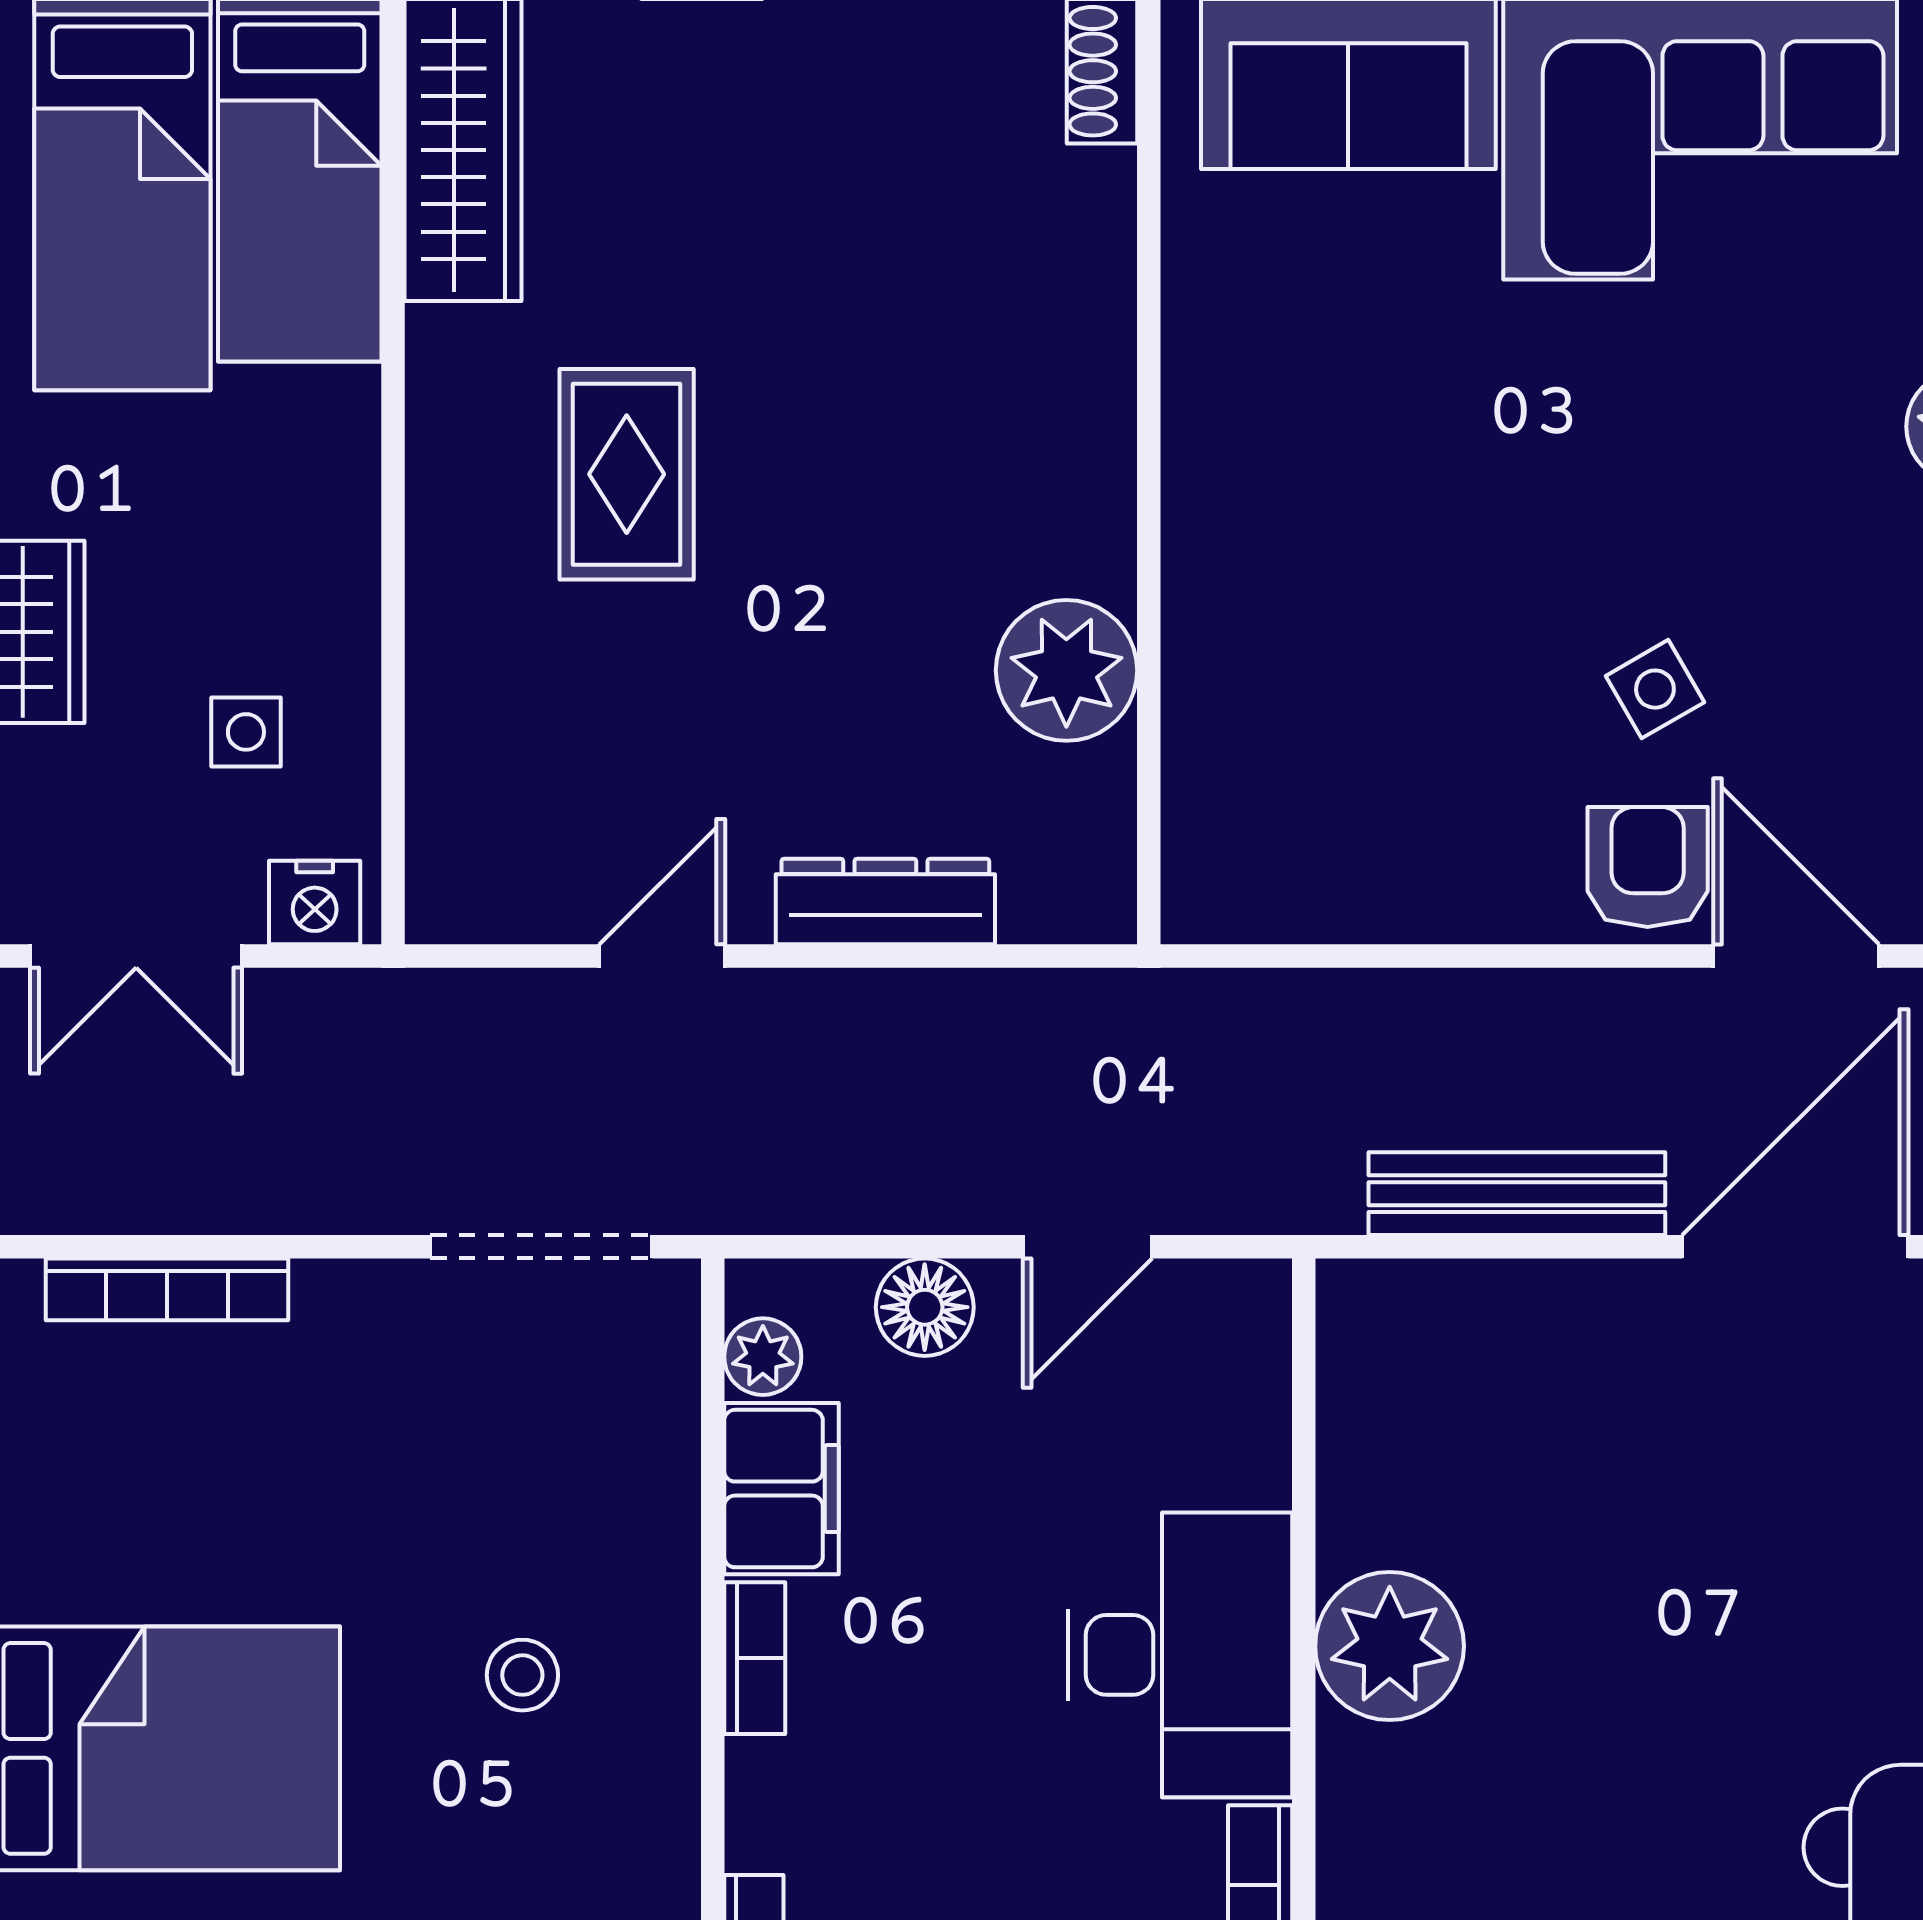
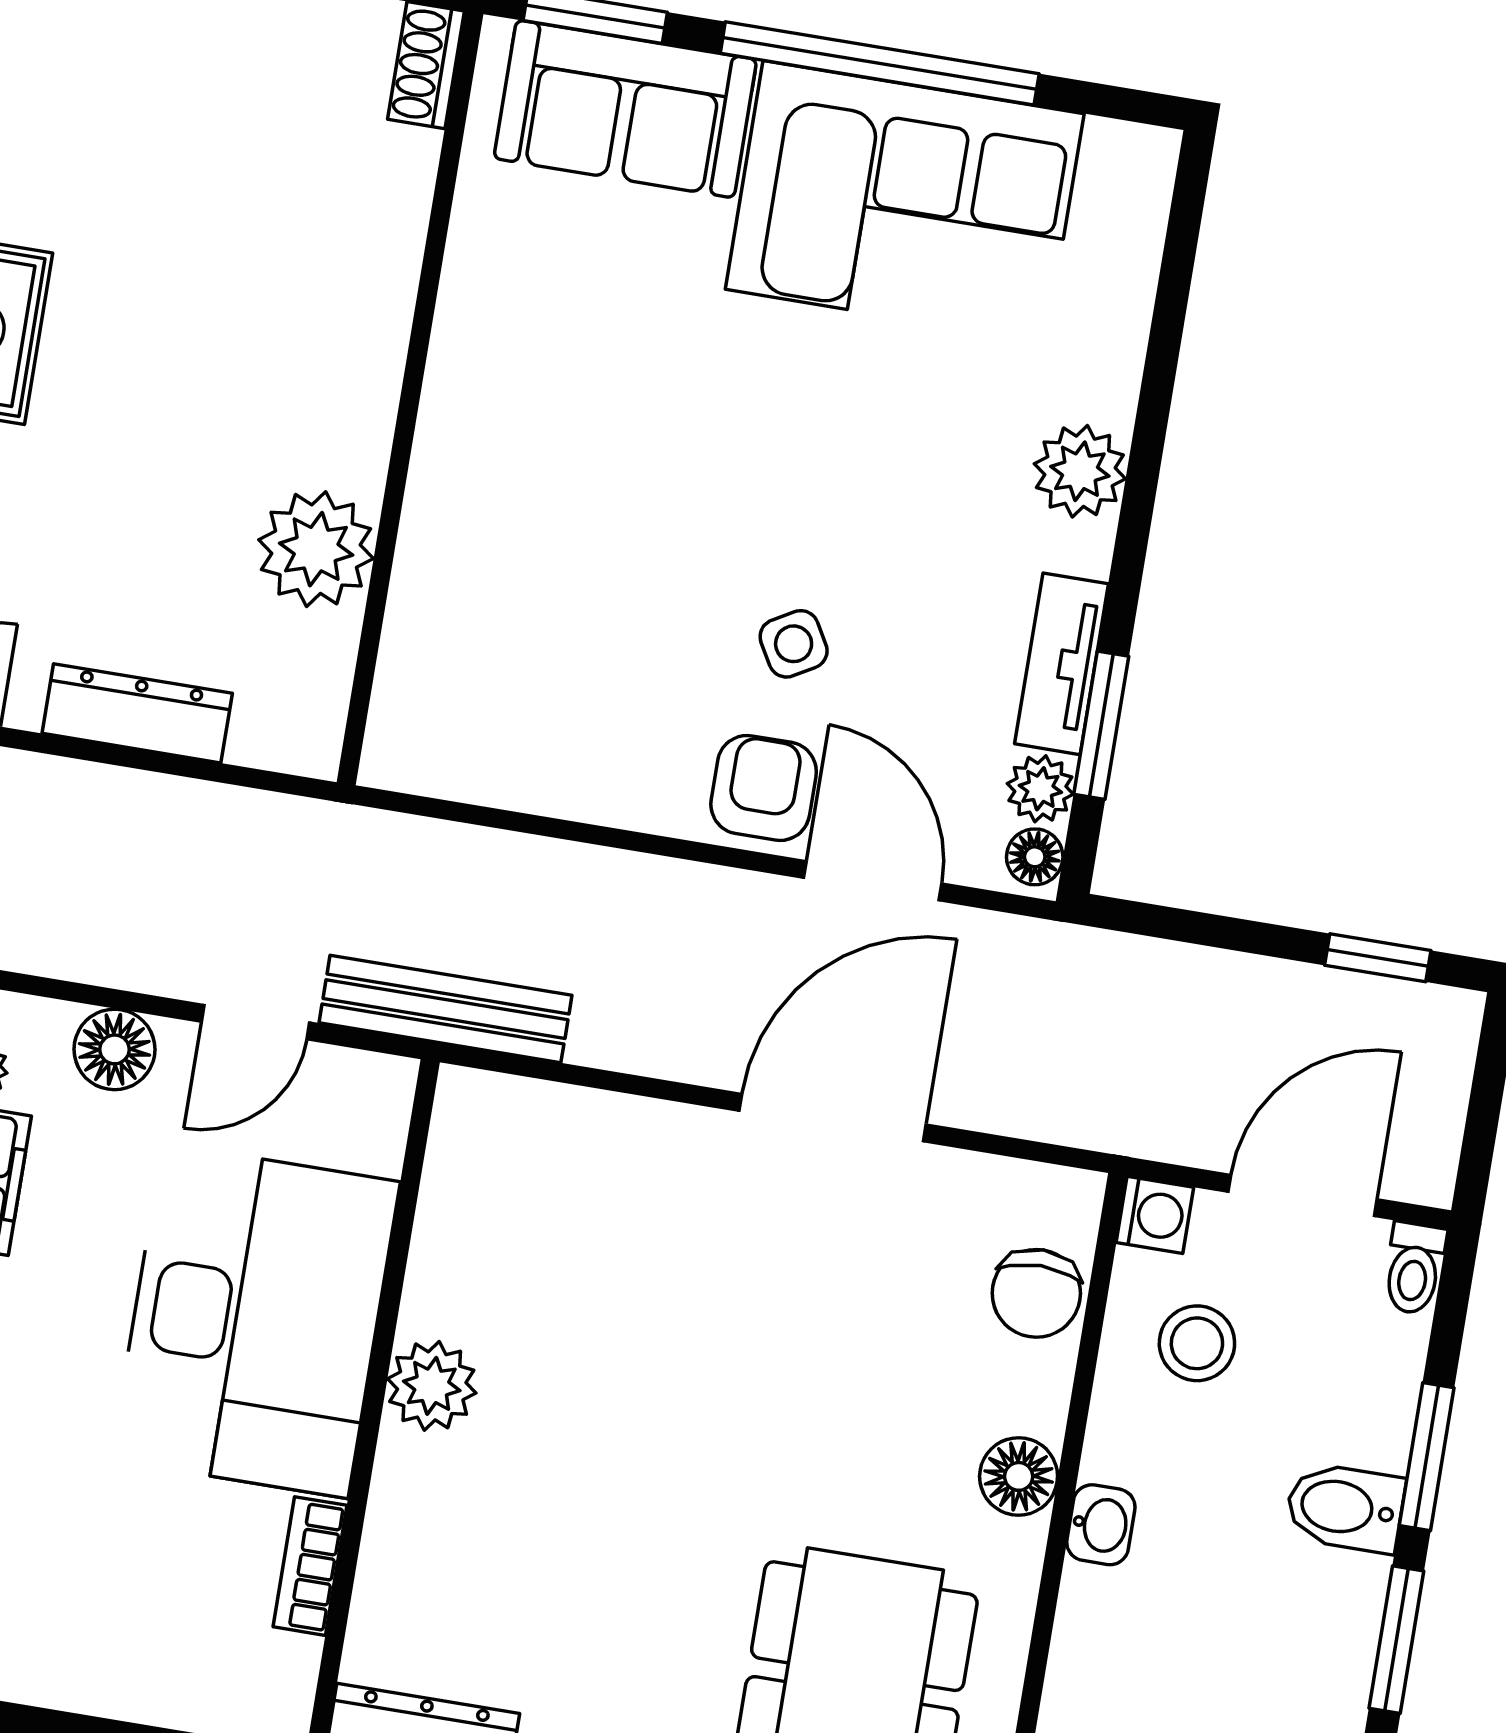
bench: (1517, 1194) -> (445, 1009), moved
plant: (1390, 1646) -> (432, 1386), width x0.73, depth x0.73
desk: (1180, 1655) -> (255, 1321), width x1.36, depth x1.30

